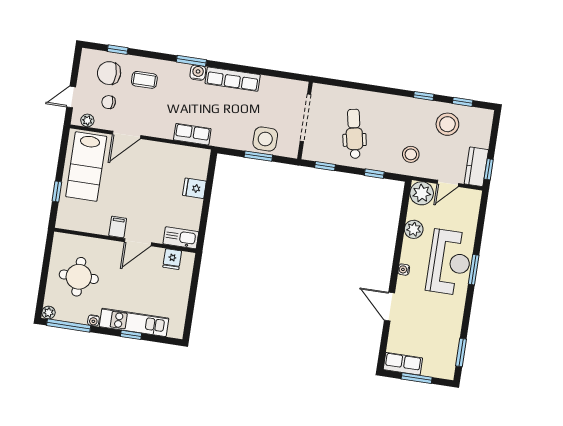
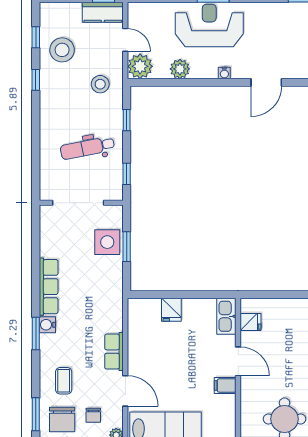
window: (118, 50) -> (36, 414), width x1.50
row of seats: (192, 134) -> (114, 352), moved

